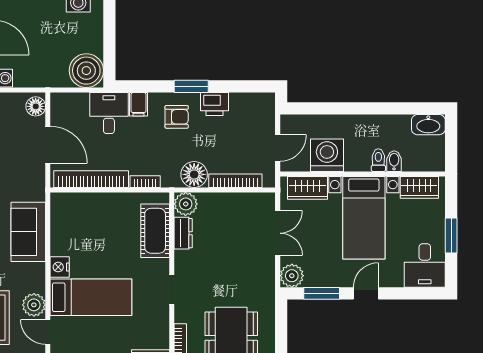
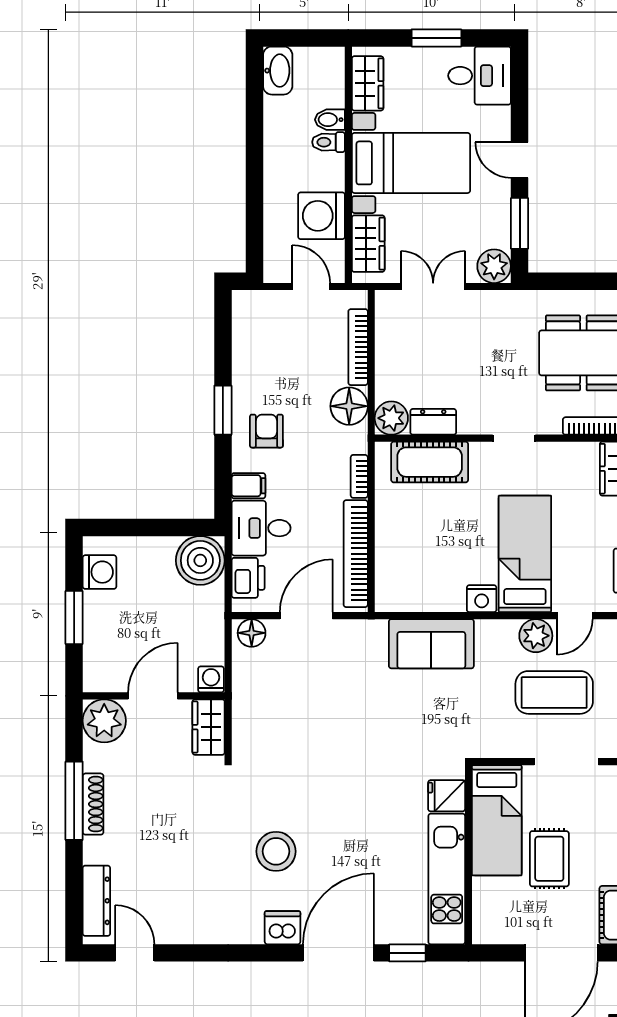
printer: (214, 104) -> (248, 578), moved

